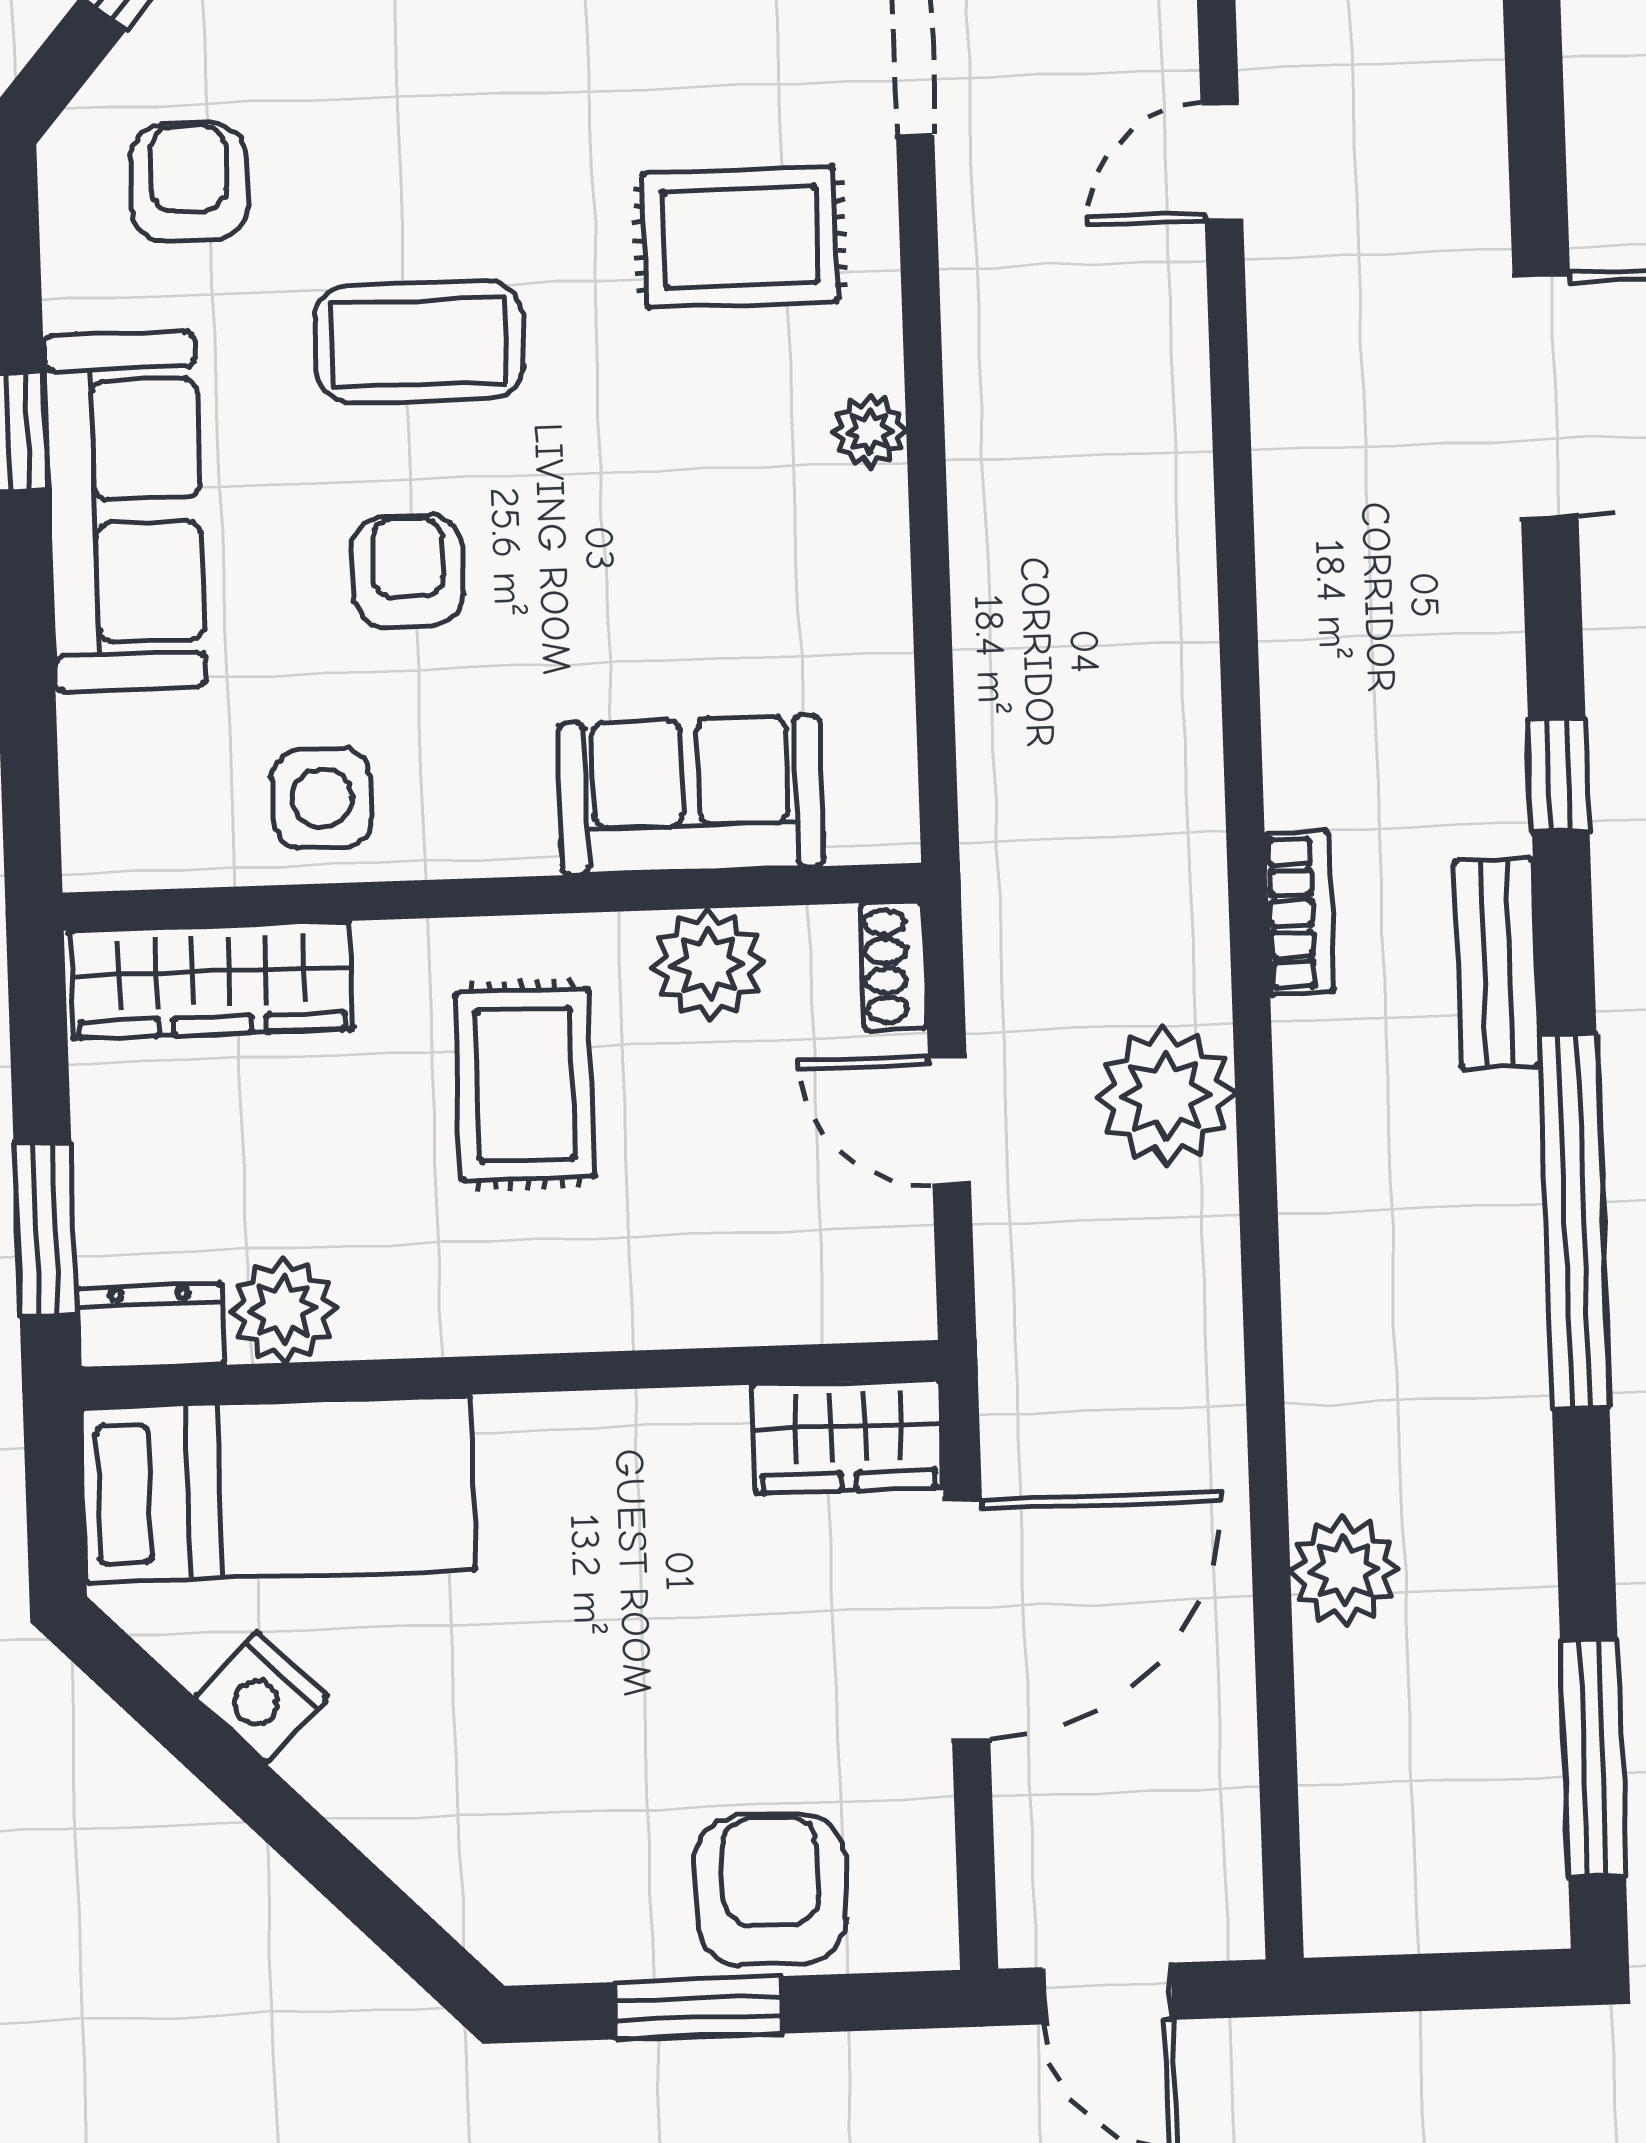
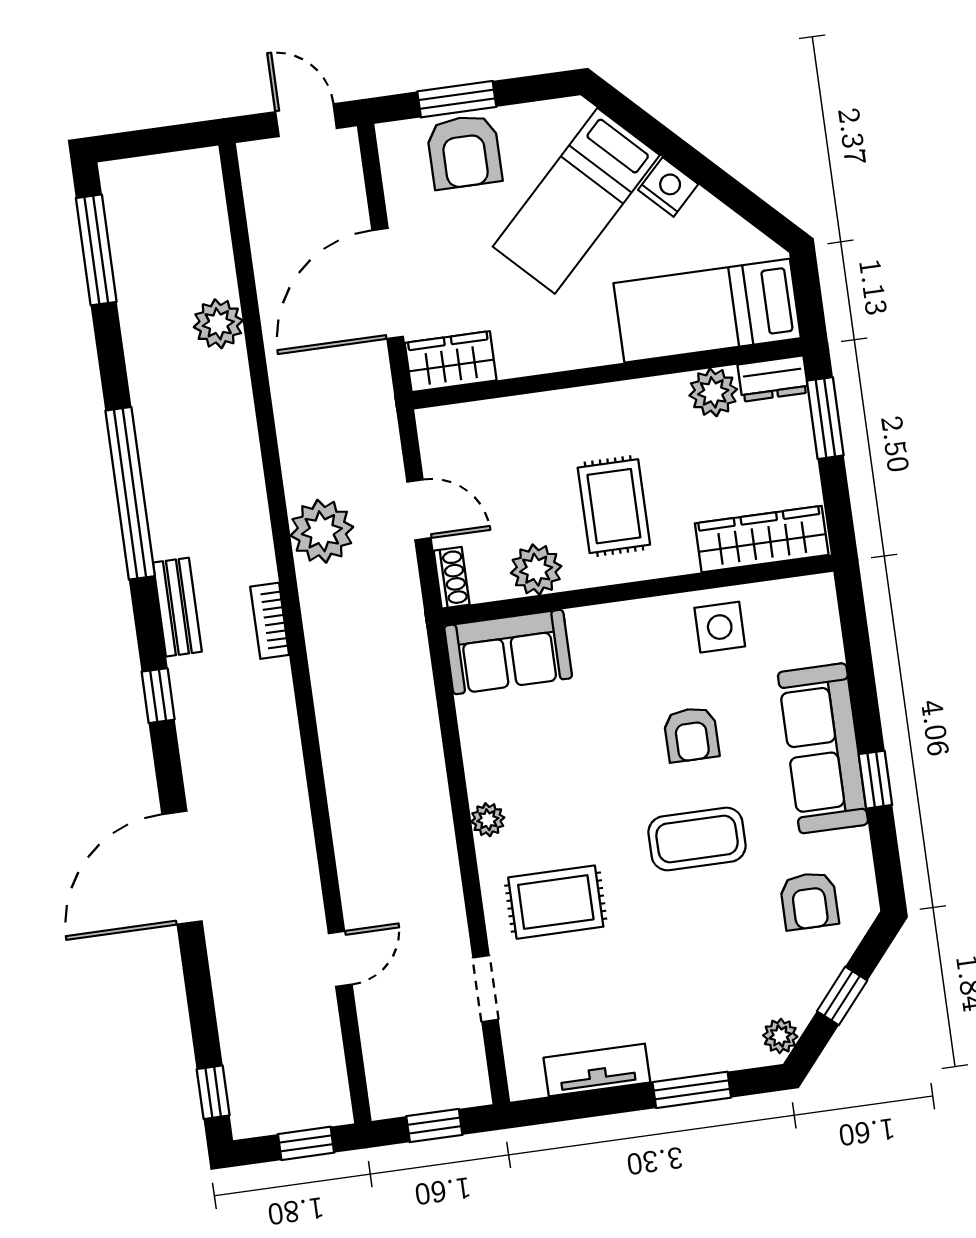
sofa: (691, 795) -> (508, 652), moved
nightstand: (261, 1697) -> (668, 187), moved
bed: (538, 1757) -> (576, 201), added
window: (698, 2008) -> (457, 99), moved

